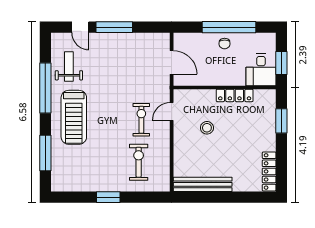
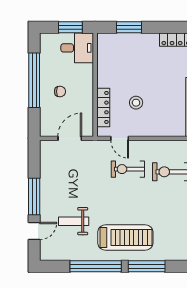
chair: (225, 44) -> (60, 91), moved
weight bench: (69, 66) -> (74, 221), moved
locker: (235, 95) -> (103, 107), moved
window: (45, 153) -> (147, 266), moved

